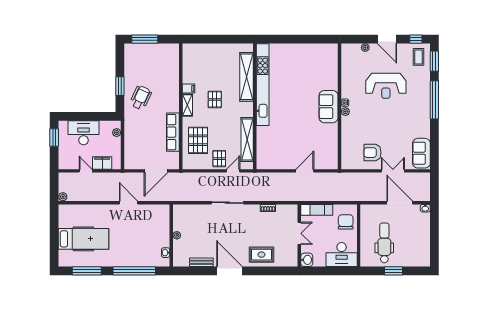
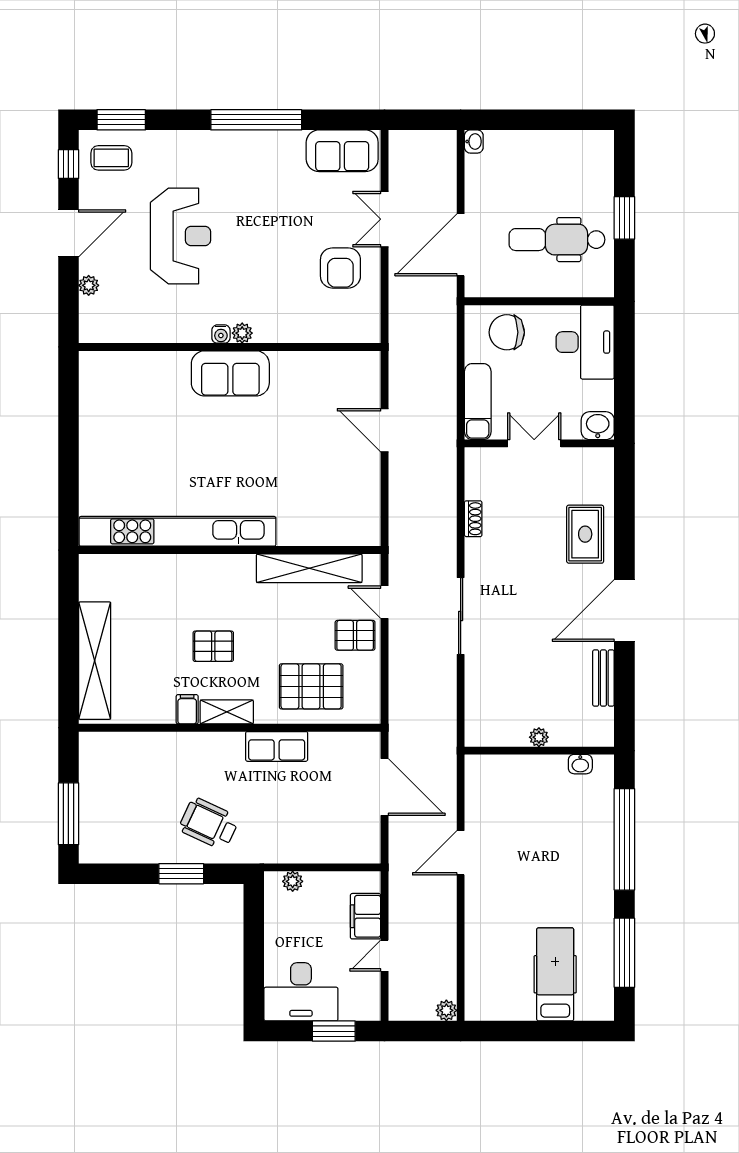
shelving: (247, 77) -> (95, 661), moved, turned 90
window: (434, 100) -> (256, 120), moved
row of seats: (173, 132) -> (277, 746), width x0.68
desk: (84, 133) -> (301, 992), moved, turned -90
window: (54, 137) -> (334, 1031), moved
door: (400, 203) -> (461, 245), moved
hospital bed: (83, 239) -> (555, 974), width x0.73, depth x0.78

